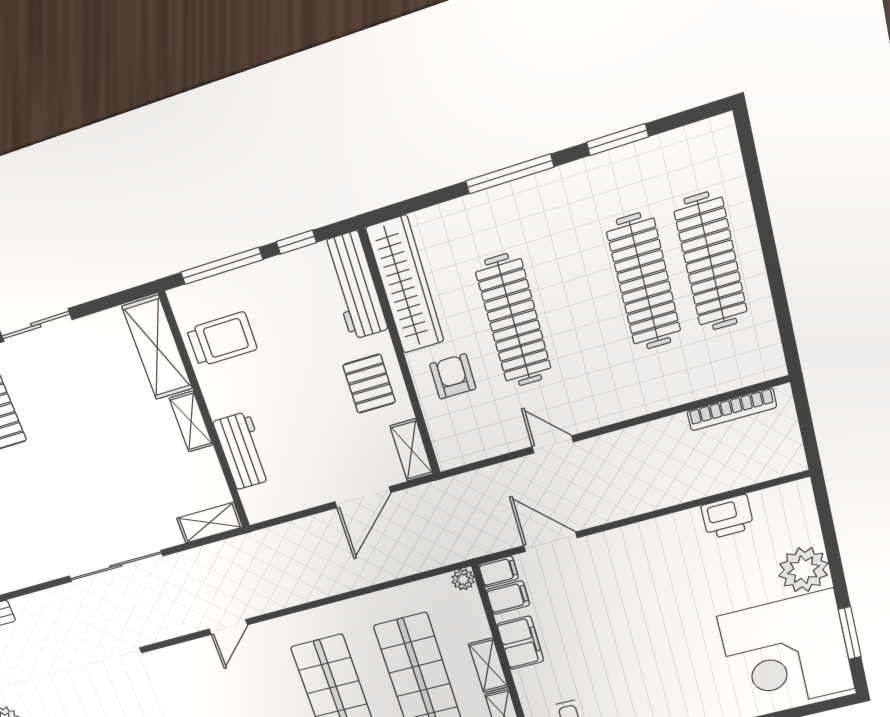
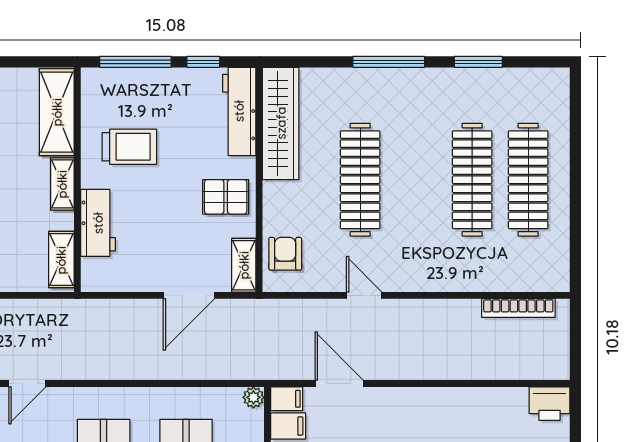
trolley: (222, 339) -> (129, 147), moved
armchair: (453, 376) -> (285, 254), moved
pallet: (369, 384) -> (226, 197), turned 90
printer: (727, 517) -> (549, 404), moved
shelving: (210, 523) -> (61, 260), moved, turned 90

